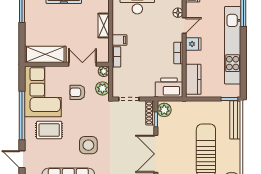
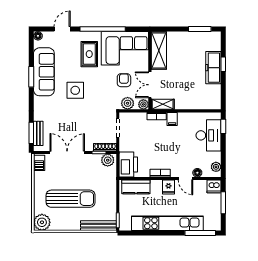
shelving: (104, 26) -> (163, 104), moved
double door: (82, 64) -> (150, 85), swing flipped

